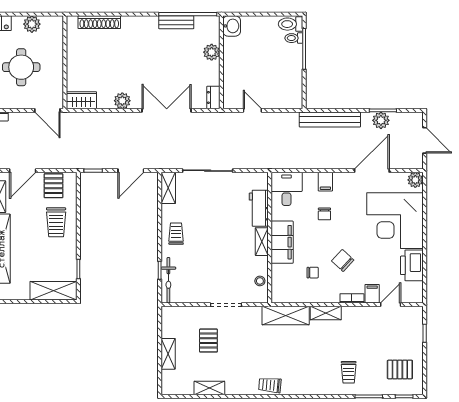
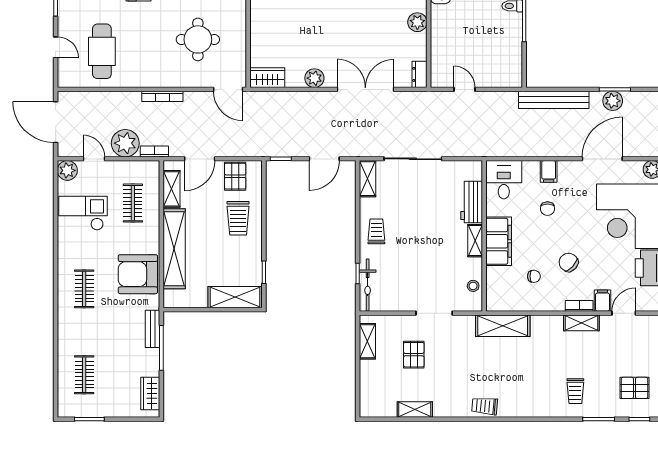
shelving: (326, 313) -> (581, 323), moved
shelving: (168, 354) -> (367, 341), moved

